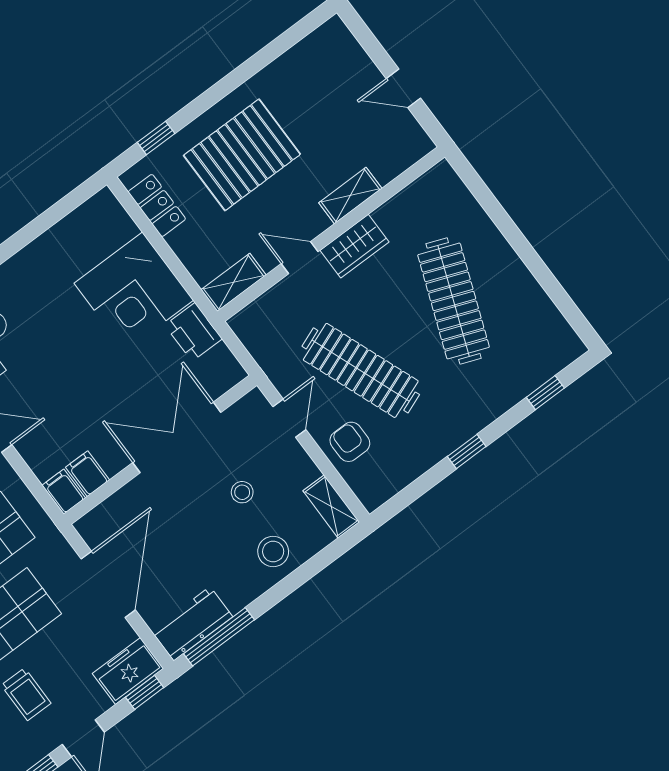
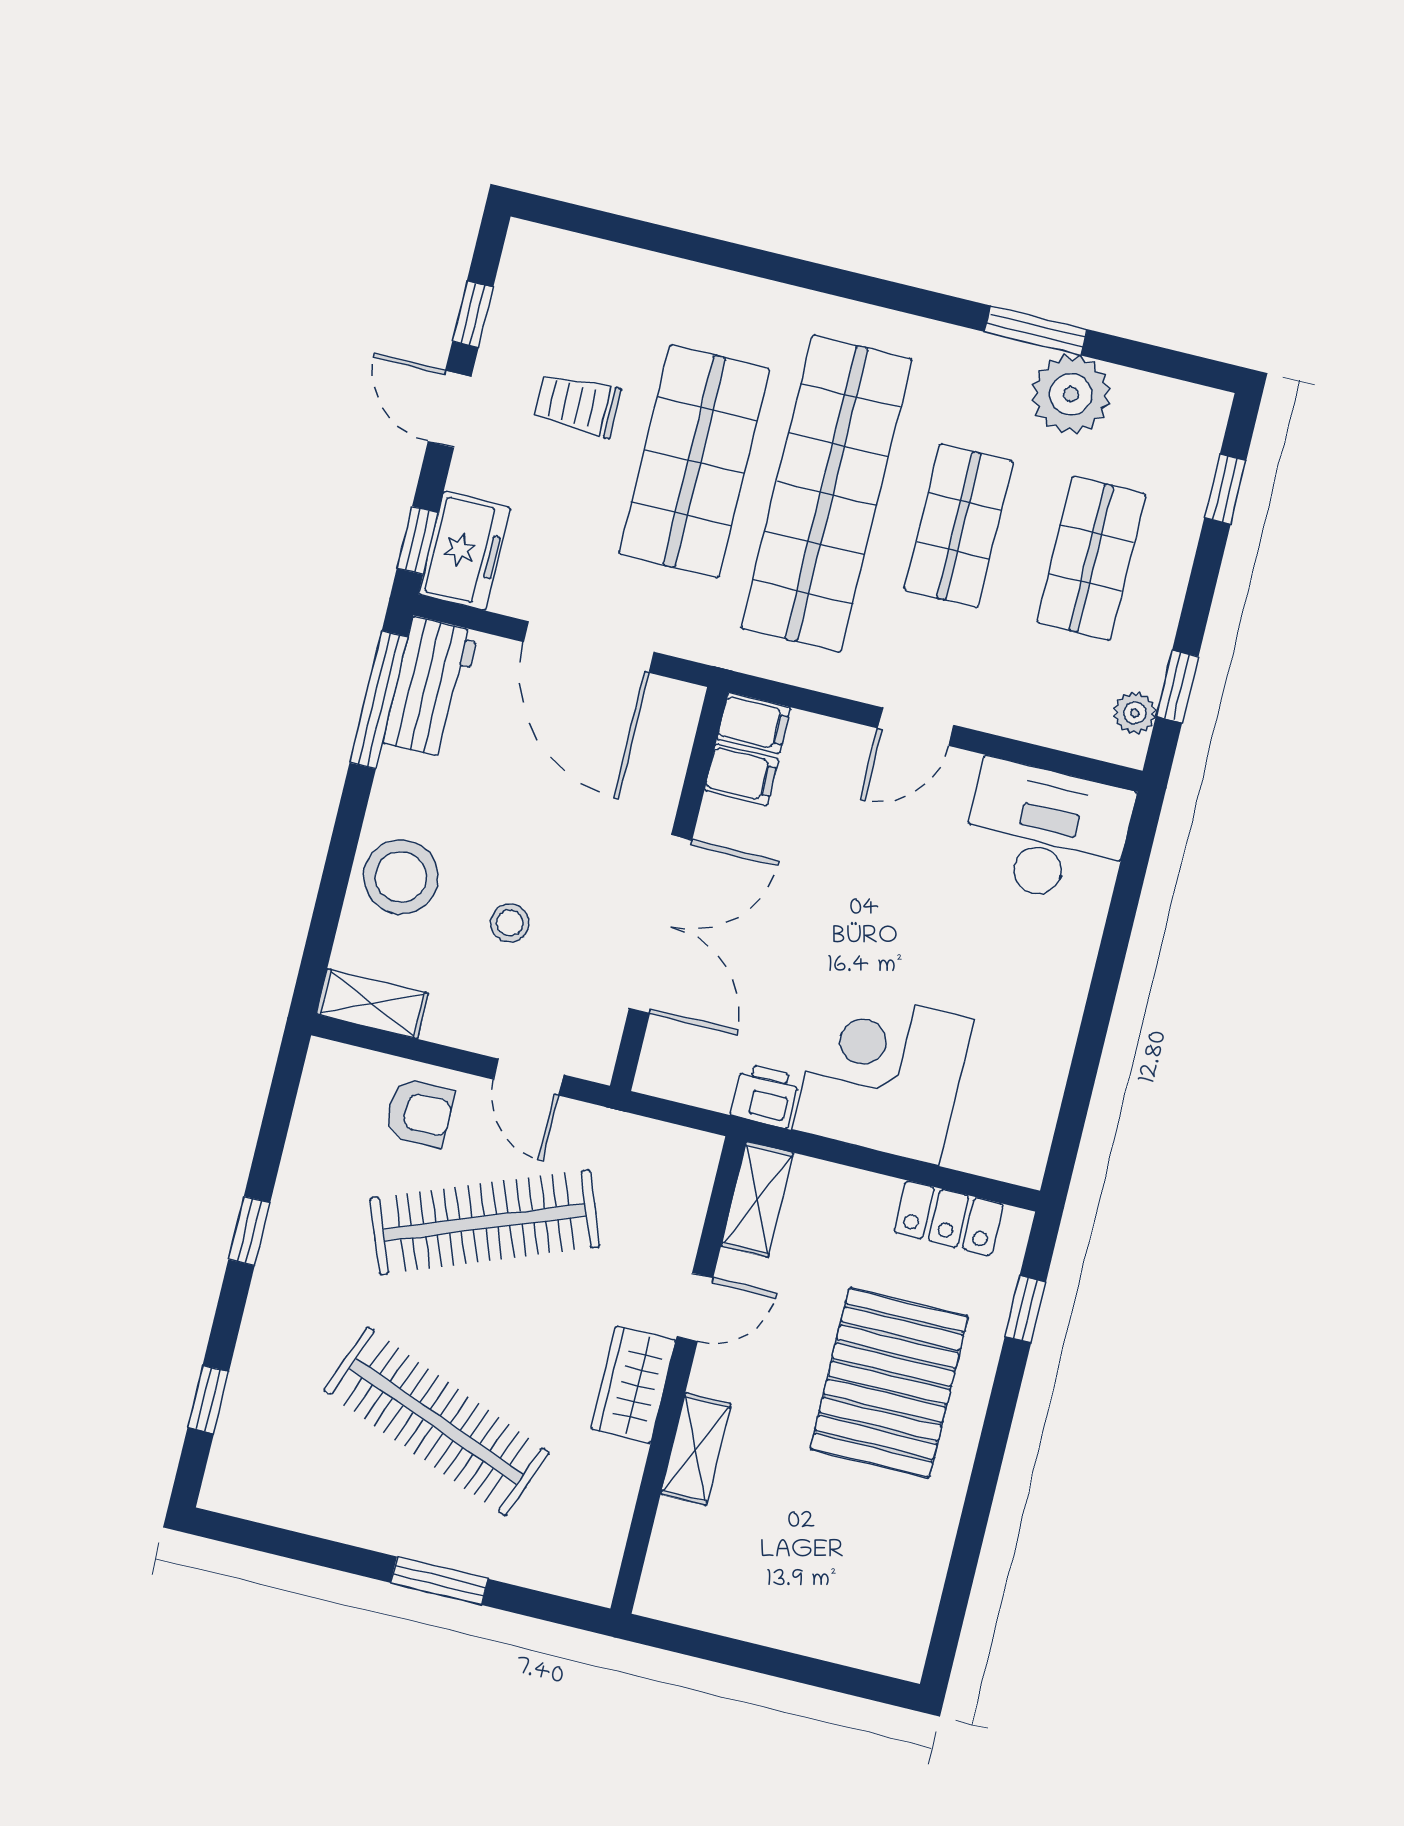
door: (403, 88) -> (744, 1655), removed
window: (510, 230) -> (439, 1581), added
printer: (194, 332) -> (765, 1096), width x0.73, depth x0.81
stool: (273, 552) -> (401, 877), width x1.38, depth x1.38

